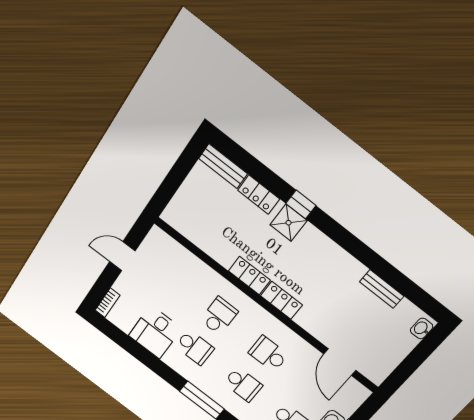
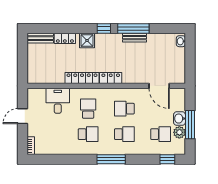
window: (301, 204) -> (104, 28), moved
window: (369, 258) -> (133, 28), added
locker: (249, 276) -> (82, 78), width x1.53
bench: (382, 289) -> (135, 38), moved
desk: (155, 332) -> (58, 101), moved, turned 180

